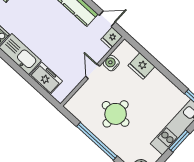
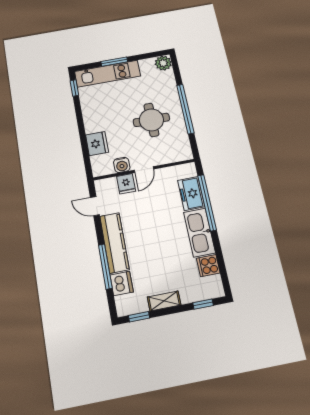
fridge: (112, 38) -> (126, 184), moved, turned 90
window: (30, 80) -> (207, 203), added

